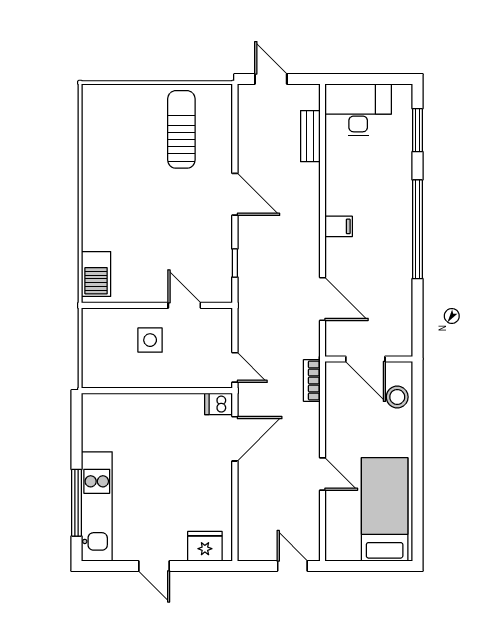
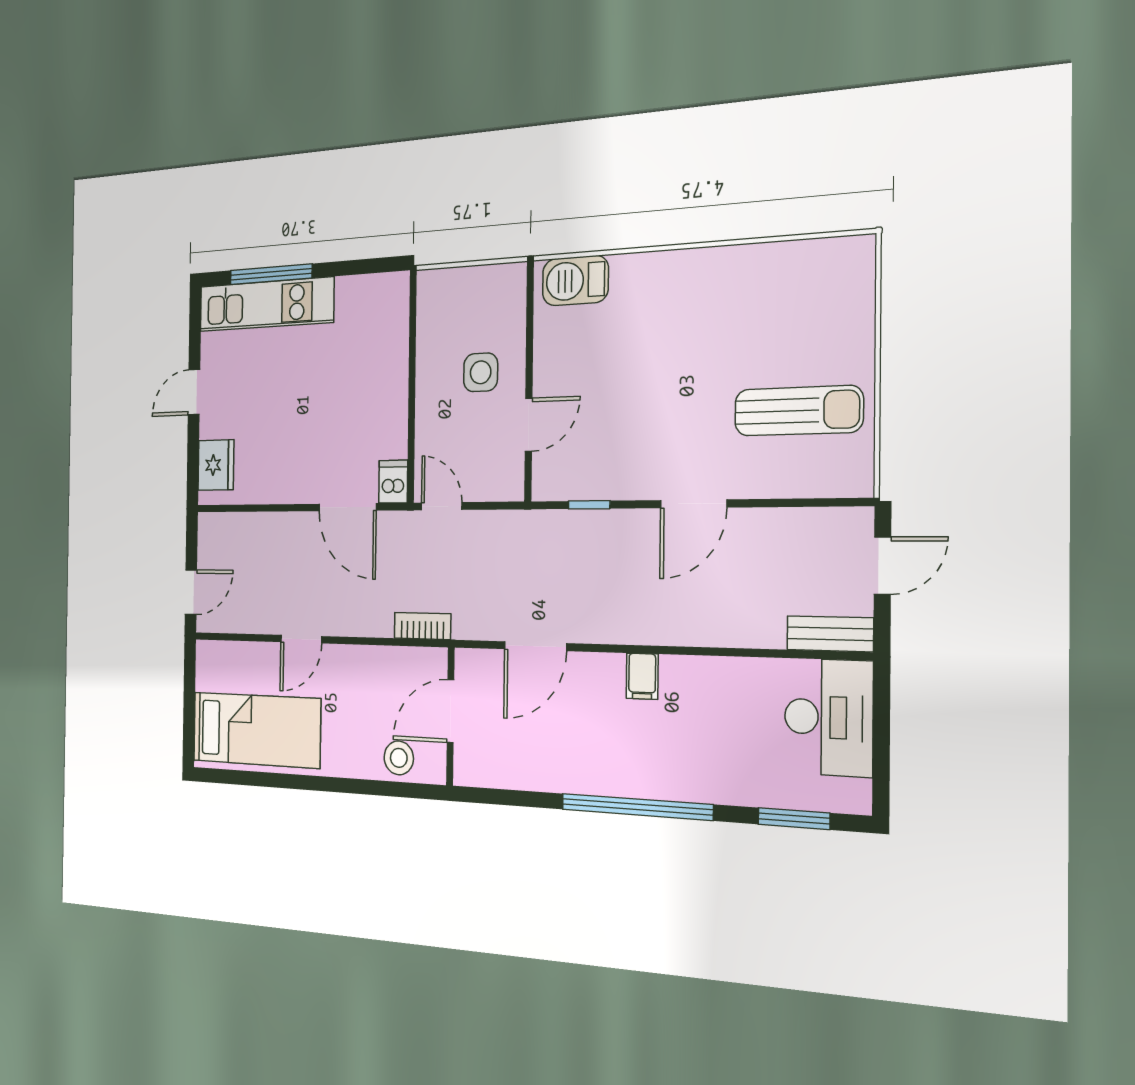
bench: (310, 136) -> (830, 634), moved
door: (235, 367) -> (442, 506), swing flipped

